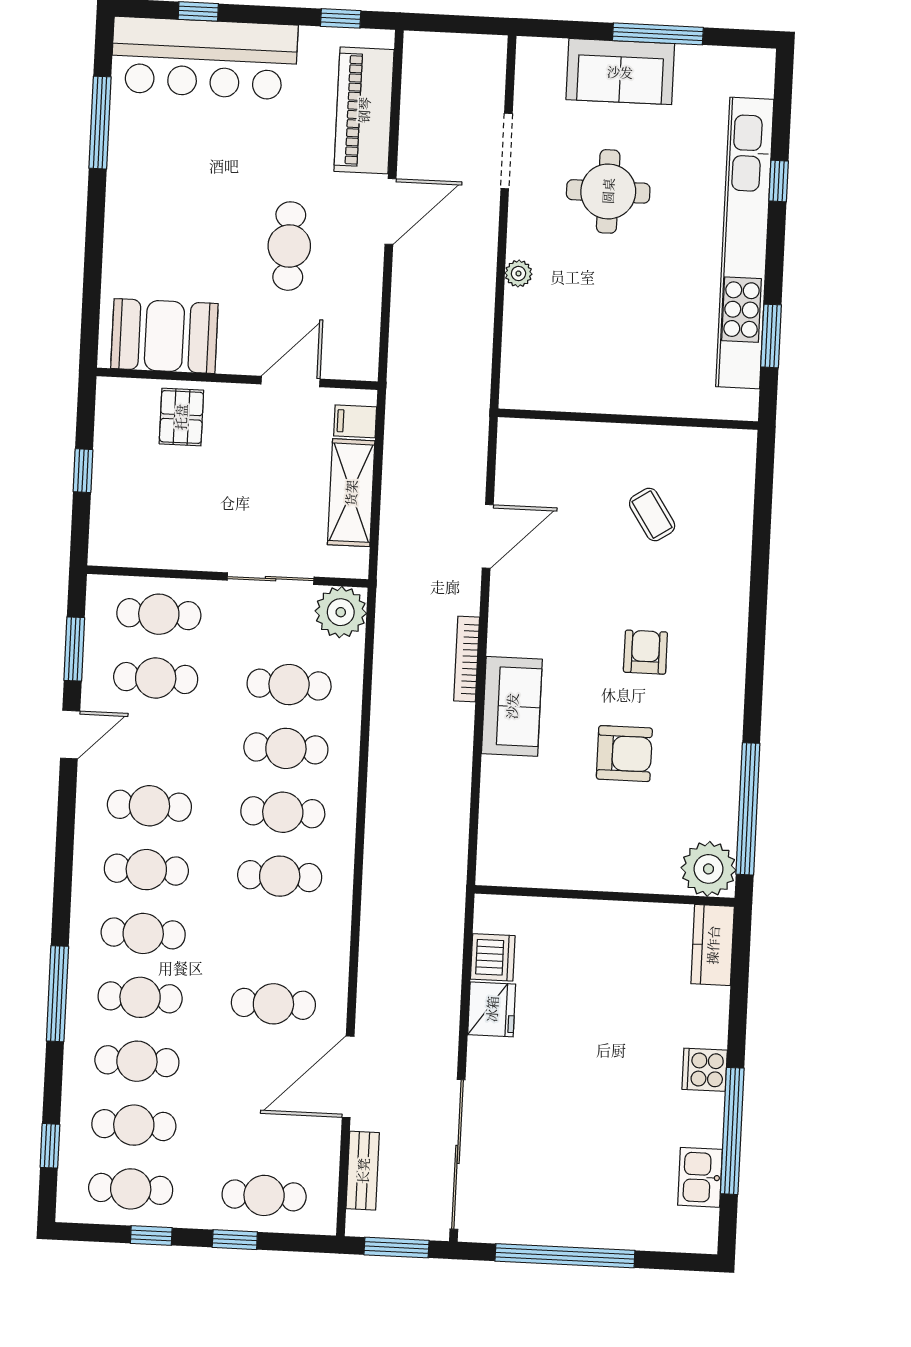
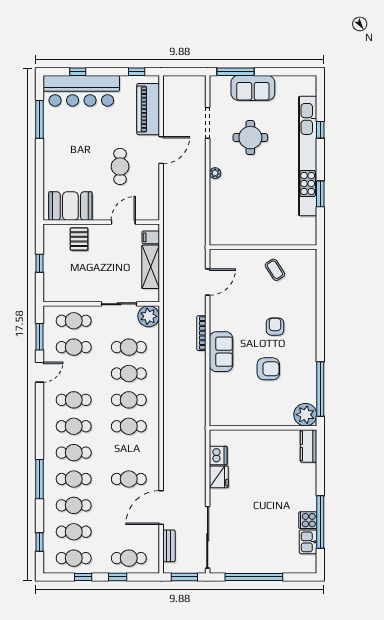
window: (658, 34) -> (236, 72), moved
wall: (628, 419) -> (263, 247), moved
cooker: (705, 1070) -> (308, 520), moved

